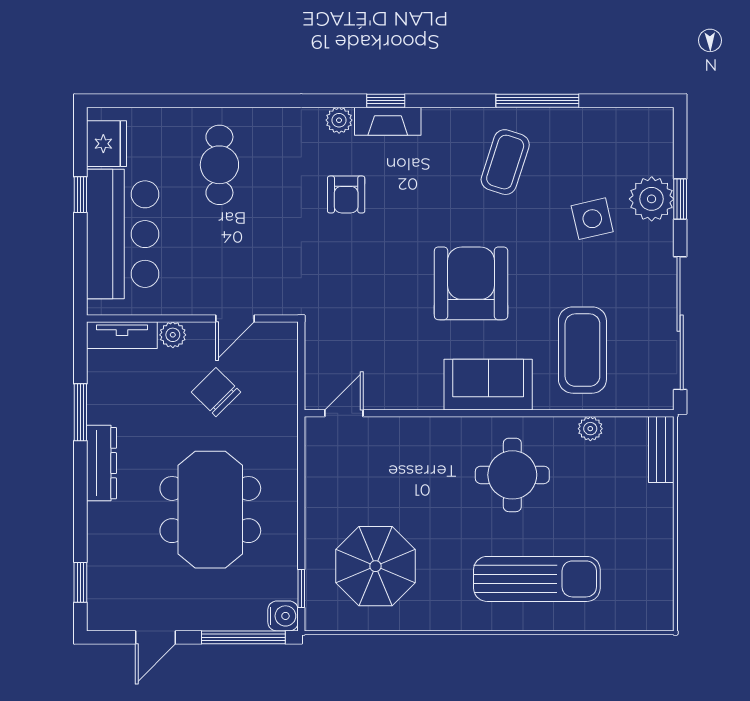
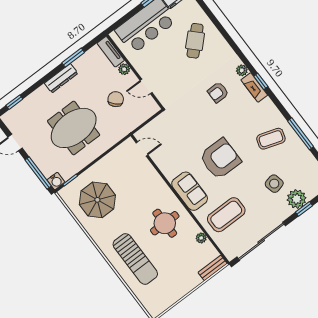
cafe table: (219, 165) -> (195, 41), turned -44

